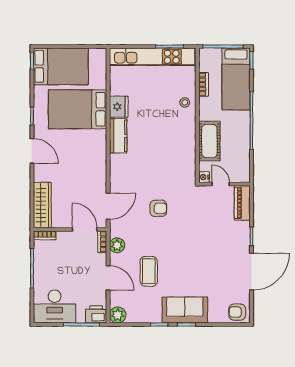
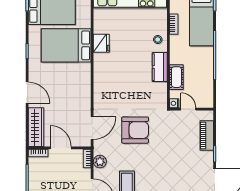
kitchen counter: (118, 136) -> (160, 67), moved, turned 180
cot: (209, 141) -> (176, 77), width x0.73, depth x0.75
door: (32, 151) -> (27, 93), moved
piano: (242, 203) -> (207, 135), moved
armchair: (158, 208) -> (135, 130), width x1.88, depth x1.88
door: (85, 229) -> (61, 148), moved

